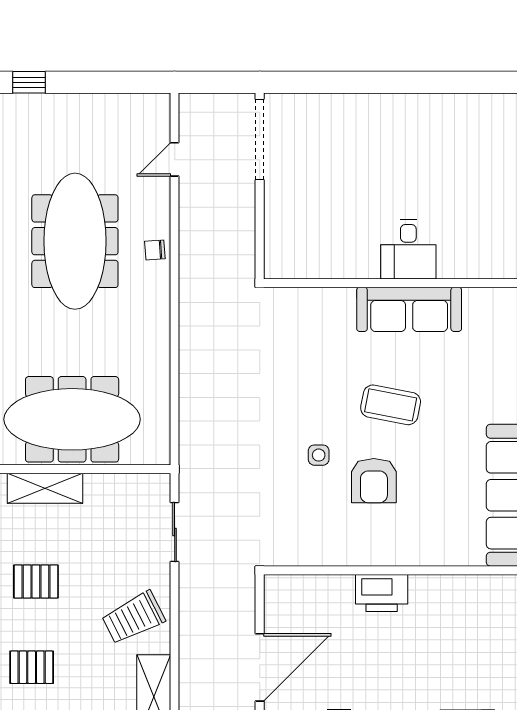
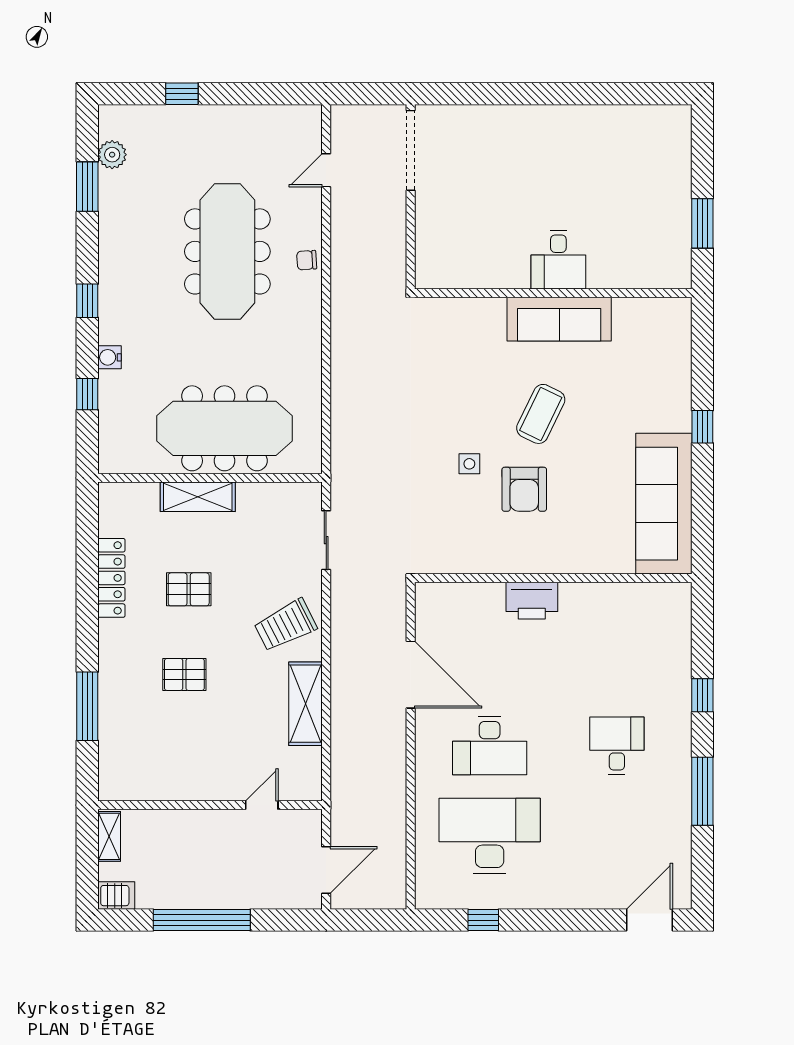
coffee table: (391, 405) -> (541, 414), turned -75
door: (260, 667) -> (411, 675), hinge flipped

